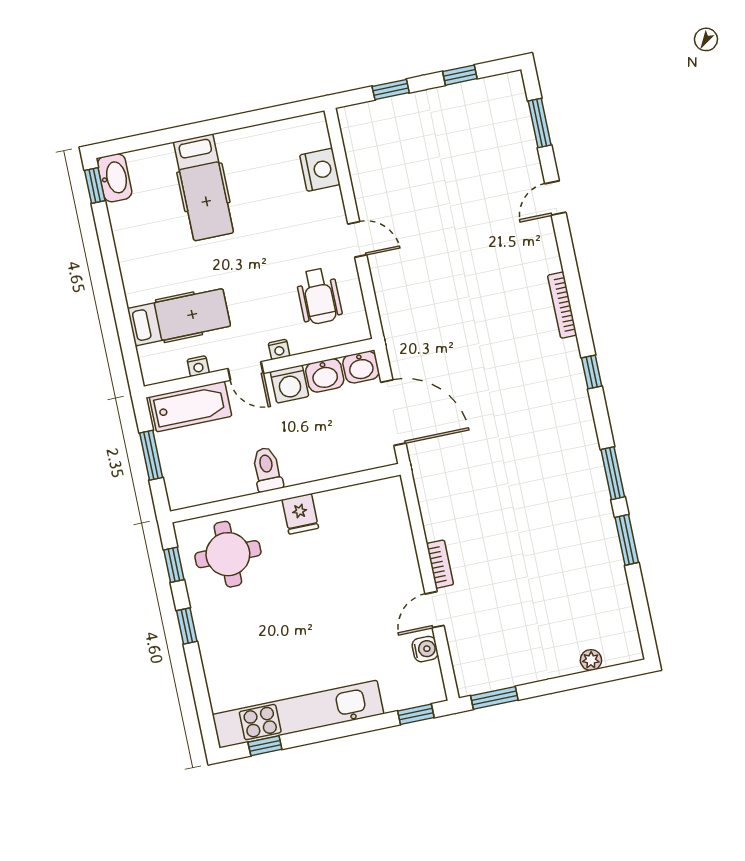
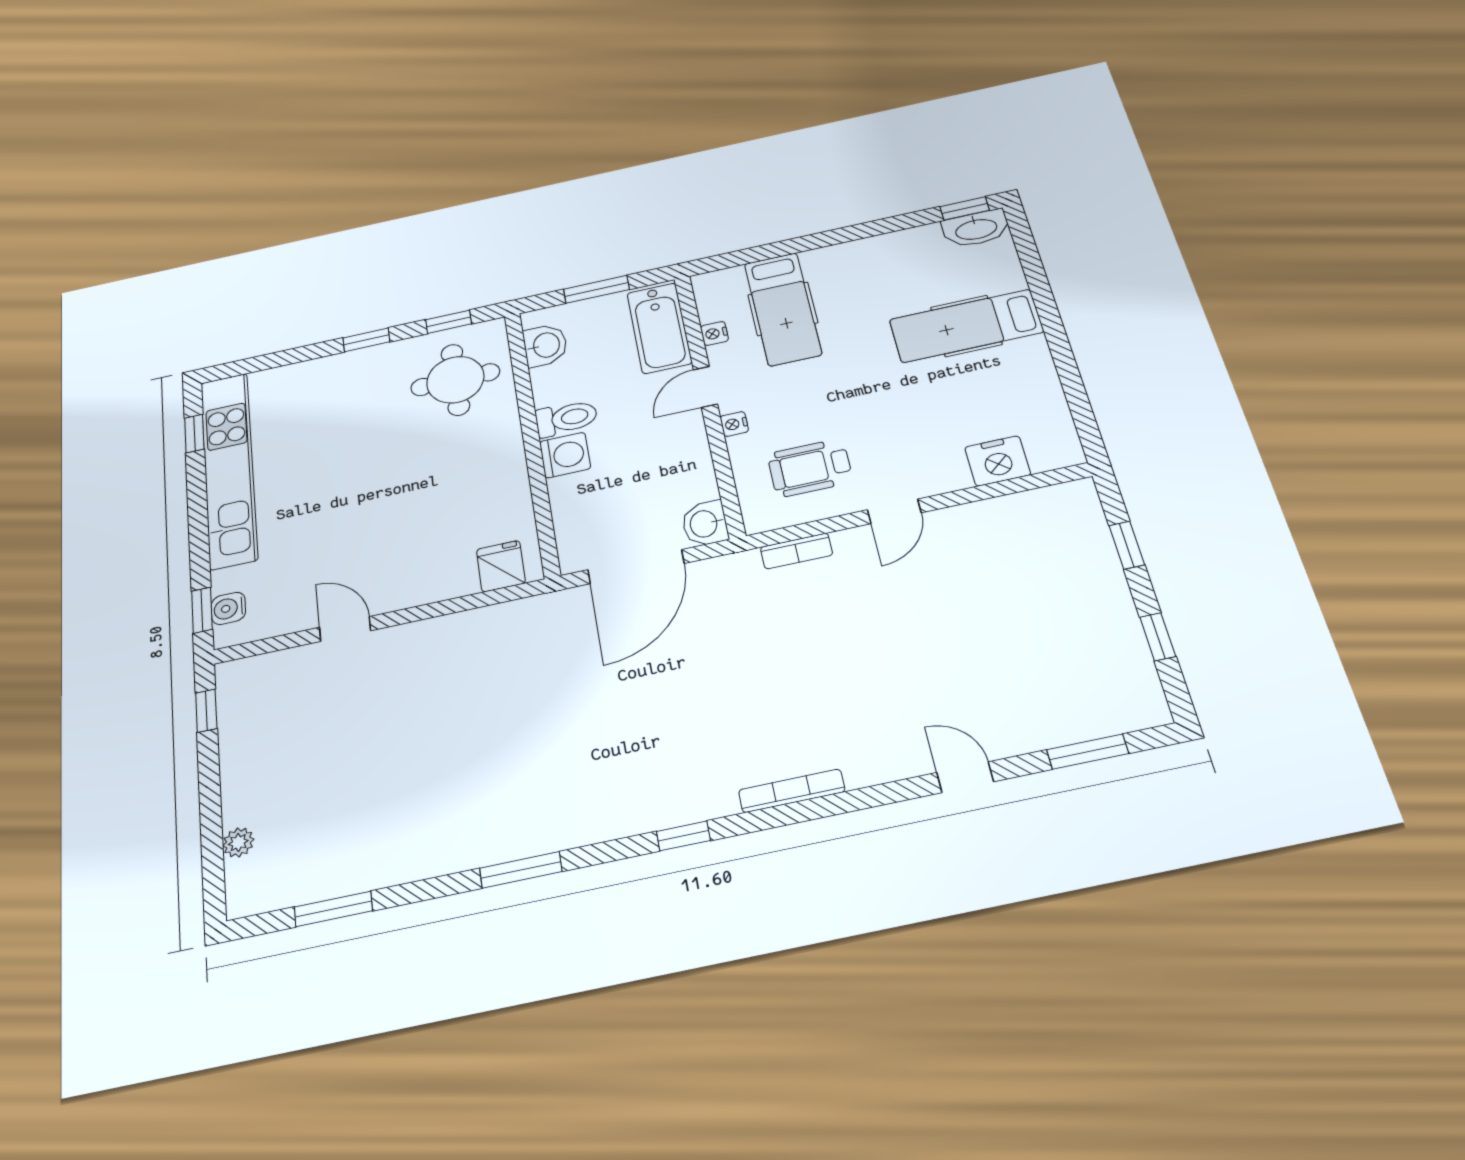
washbasin: (325, 375) -> (545, 345), moved, turned 180
washing machine: (289, 384) -> (565, 455), moved, turned 180
fridge: (300, 514) -> (501, 566), moved, turned 90
window: (627, 540) -> (333, 909), moved
bookcase: (440, 564) -> (797, 551), moved
water cooler: (425, 649) -> (228, 608), moved, turned 90
window: (494, 698) -> (206, 711), width x0.67

